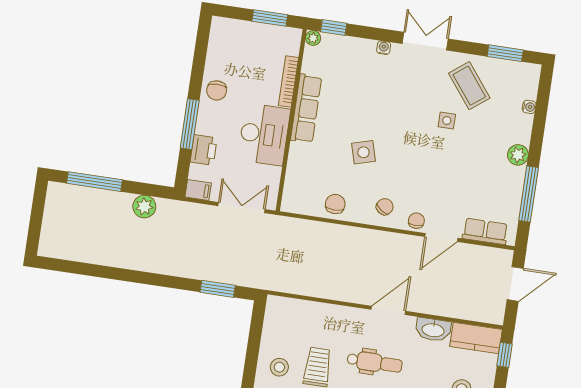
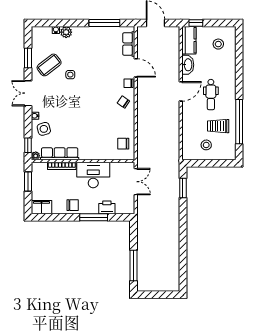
window: (505, 53) -> (28, 58), moved
row of seats: (306, 108) -> (60, 154), moved
side table: (363, 152) -> (44, 129), moved
plant: (518, 155) -> (66, 32), moved
filing cabinet: (198, 190) -> (42, 207), moved, width x2.00
chair: (335, 204) -> (123, 144), moved
plant: (144, 207) -> (143, 236), removed
double door: (242, 208) -> (136, 182), swing flipped
door: (388, 310) -> (181, 91), swing flipped
dental chair: (375, 362) -> (211, 95), turned 180
stool: (279, 367) -> (206, 145), moved

